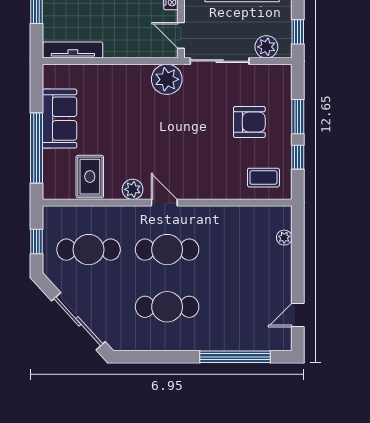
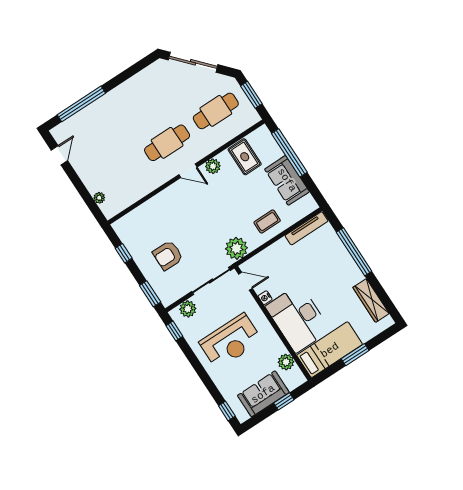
window: (298, 117) -> (150, 294), moved
coffee table: (263, 178) -> (267, 222), moved
window: (36, 241) -> (251, 95), width x1.50
cafe table: (167, 307) -> (144, 107), removed

